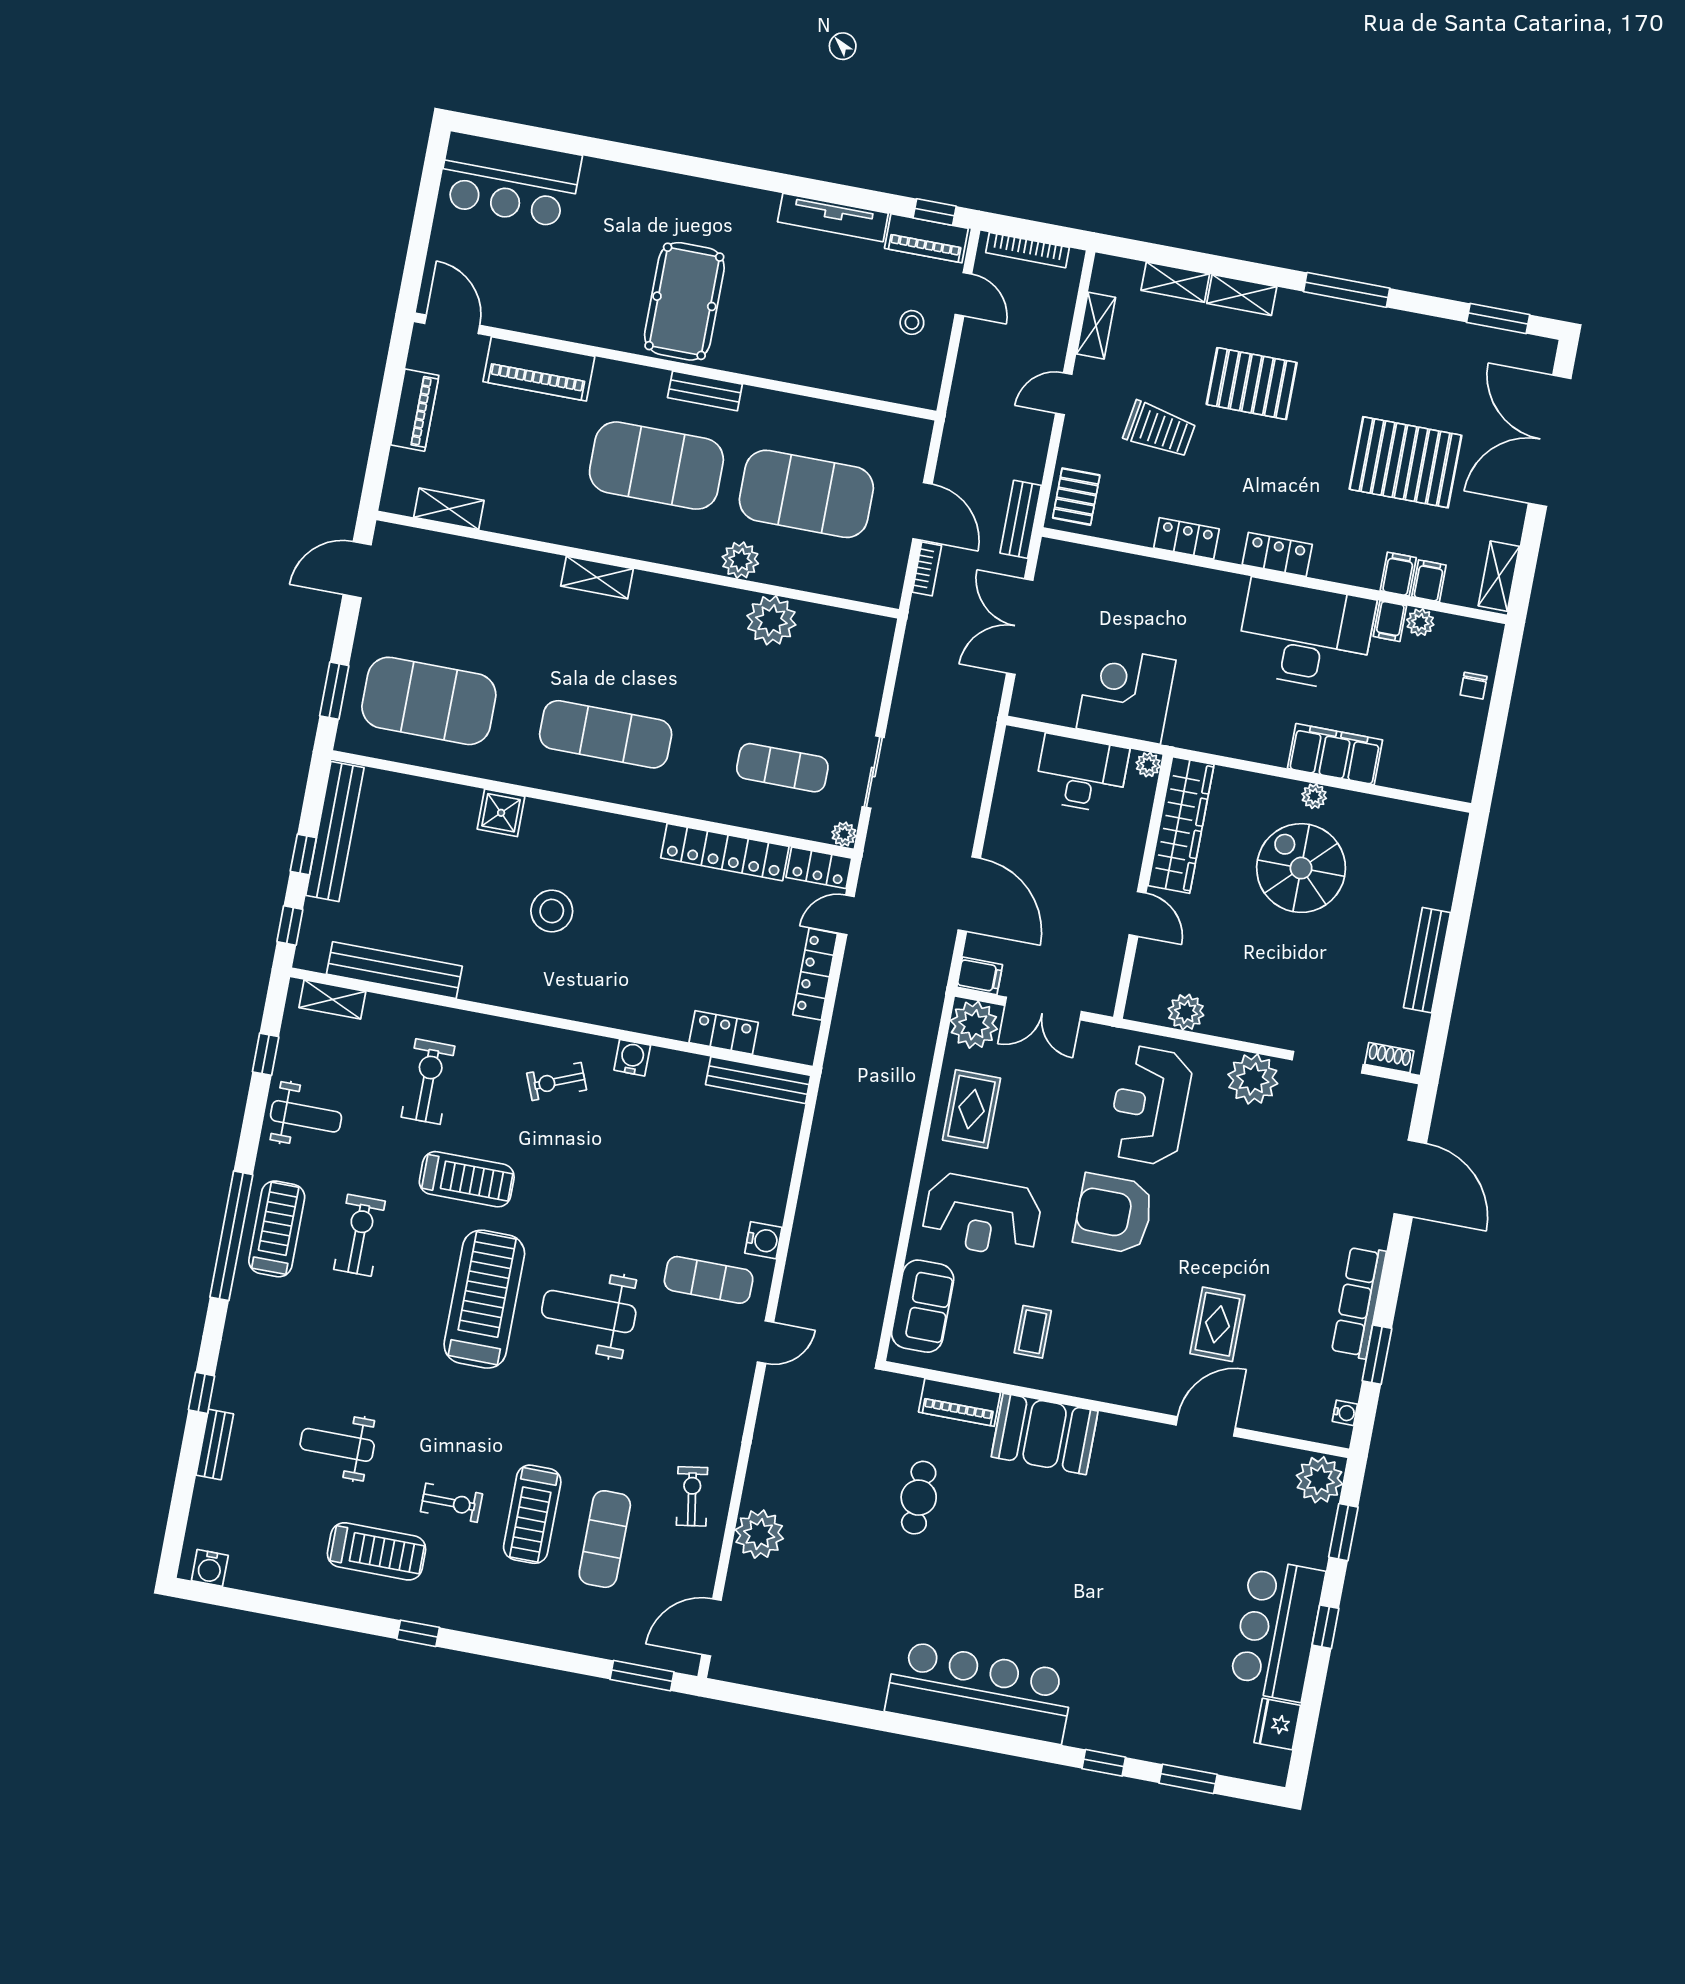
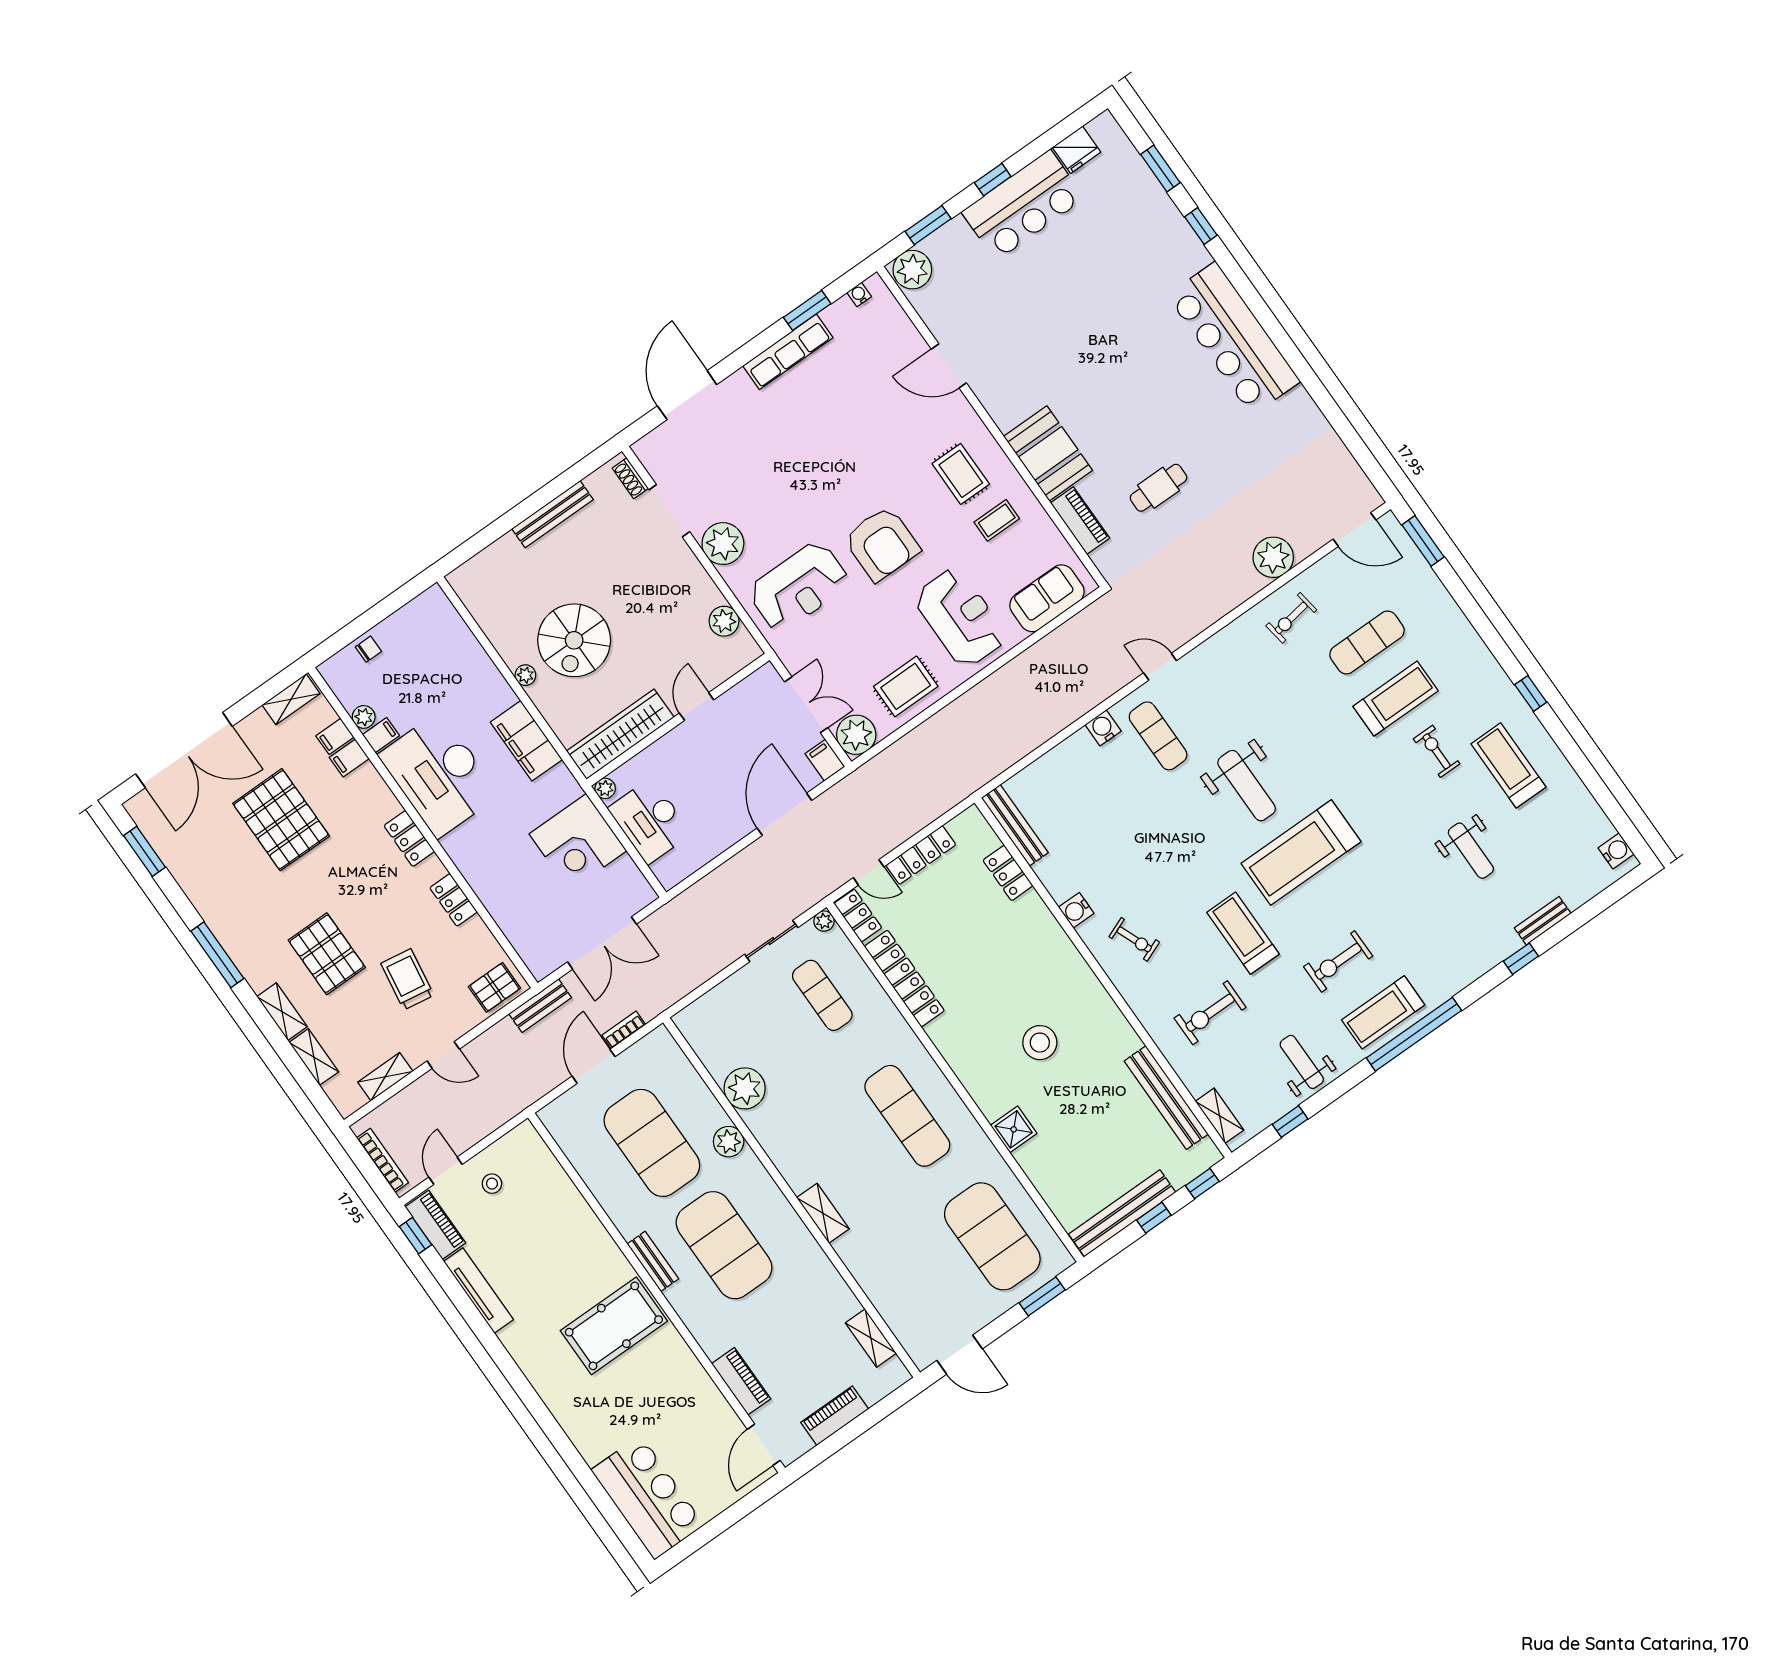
piano: (539, 369) -> (741, 1381), width x0.73, depth x0.75
filing cabinet: (1335, 754) -> (526, 741), moved
rug: (1217, 1324) -> (961, 474), moved, turned 90

